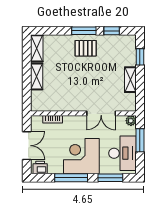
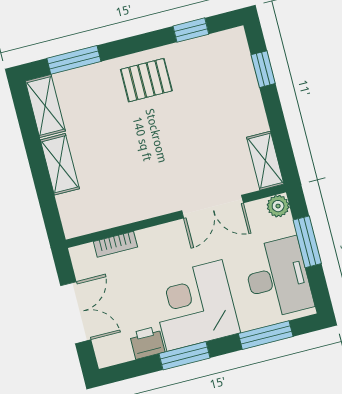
window: (84, 31) -> (74, 60), moved
shelving: (130, 80) -> (265, 161), moved
printer: (40, 167) -> (147, 343), moved
window: (71, 178) -> (184, 356), width x0.69

